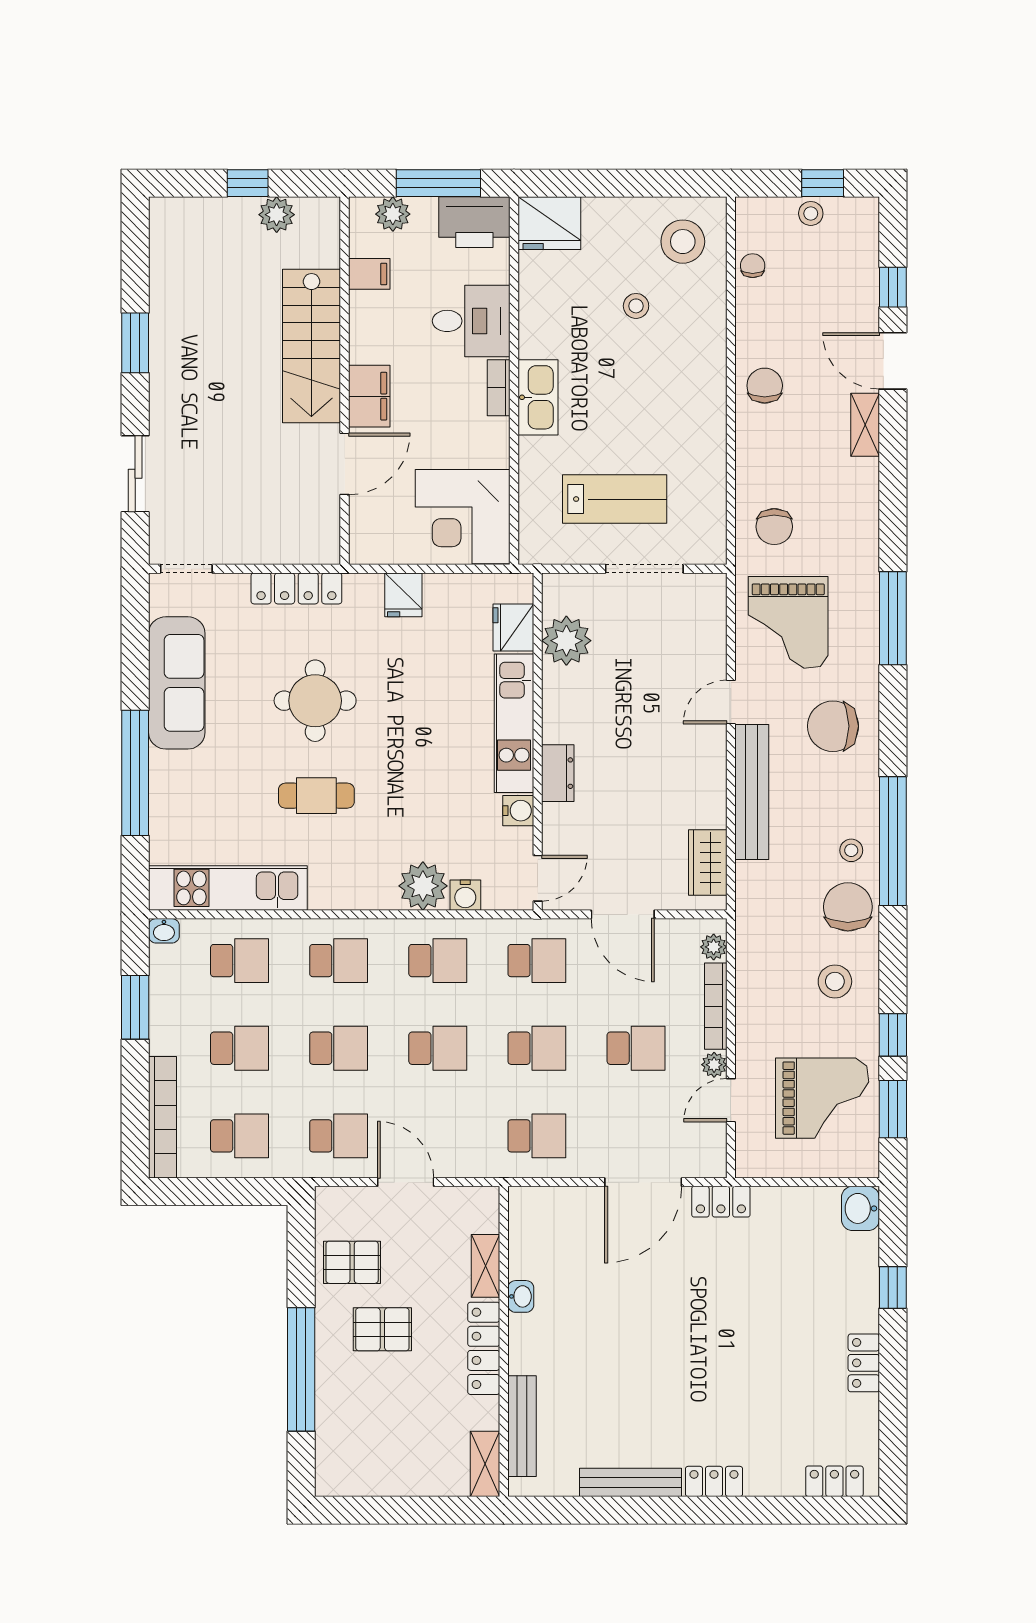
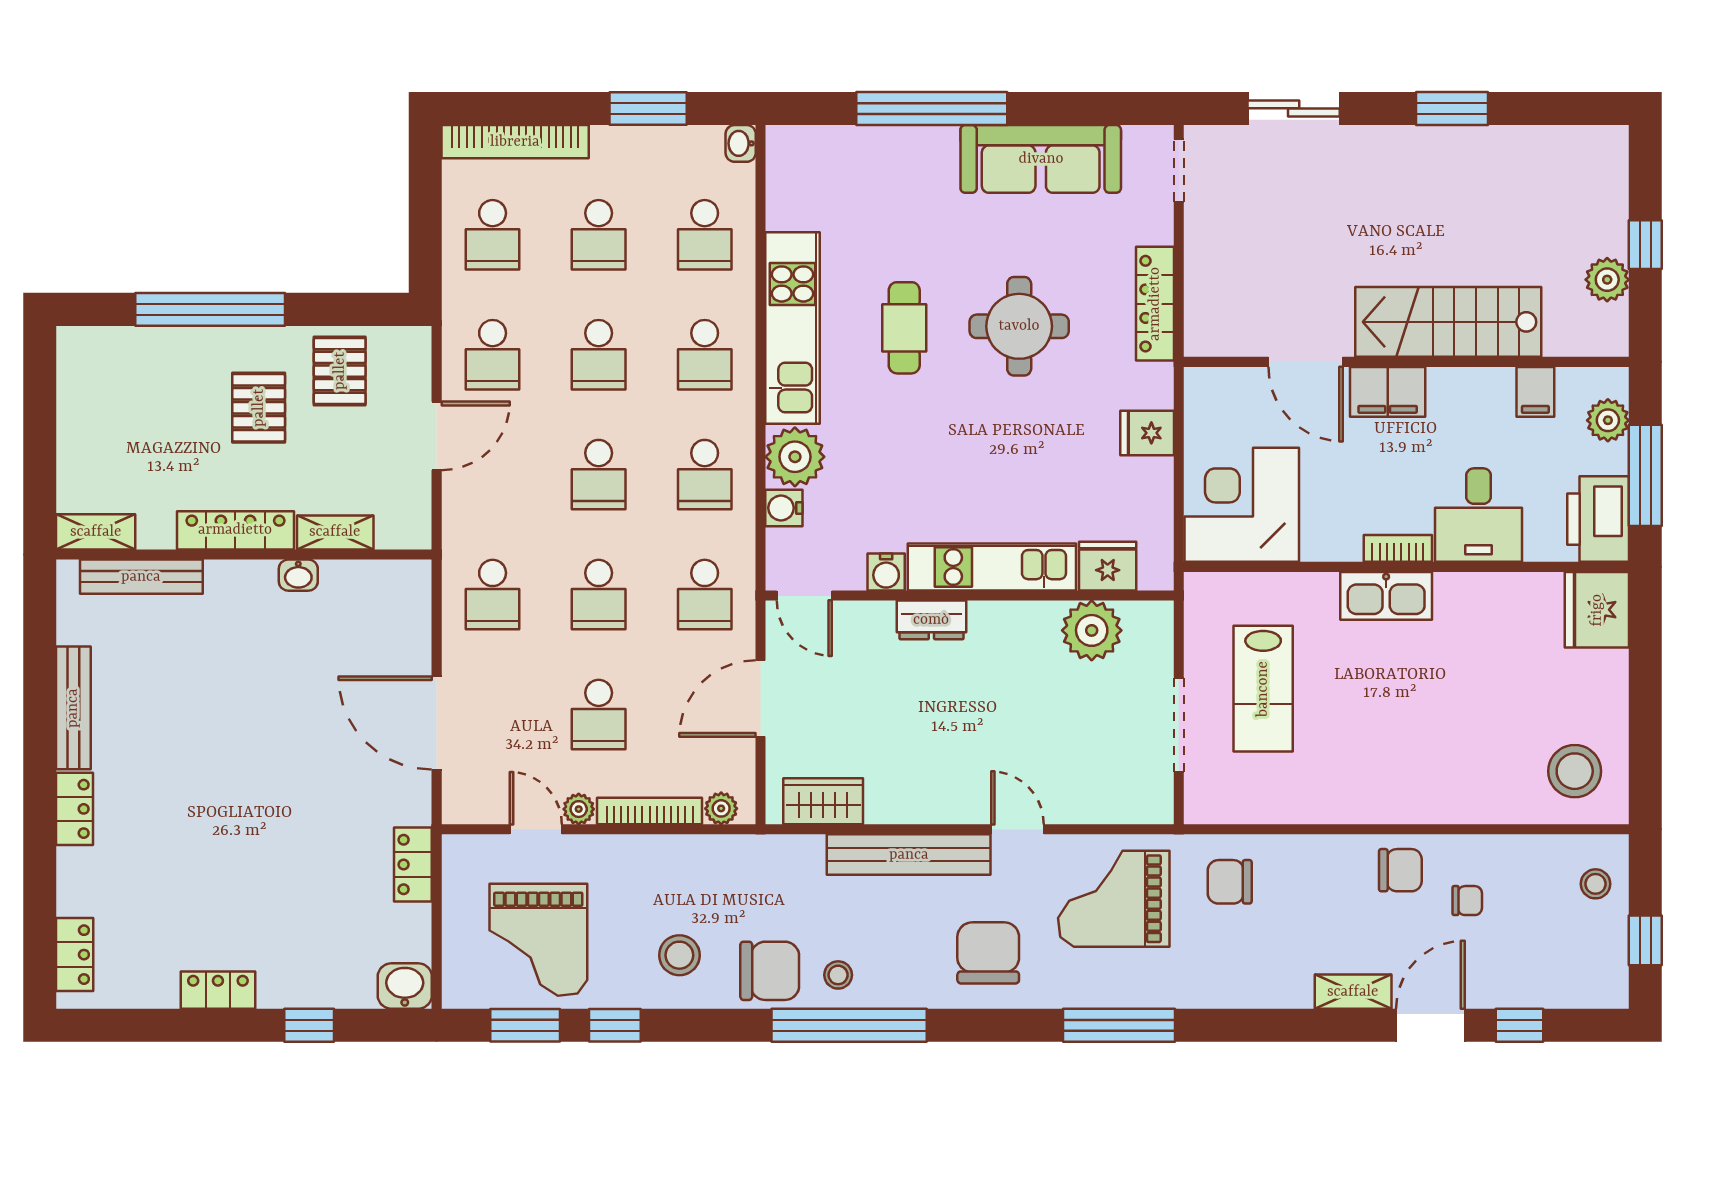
stool: (811, 213) -> (1596, 884), moved
chair: (753, 266) -> (1467, 901), moved
stool: (636, 306) -> (1497, 715), removed
kitchen unit: (228, 888) -> (793, 328), moved
locker: (721, 1202) -> (413, 865), moved

